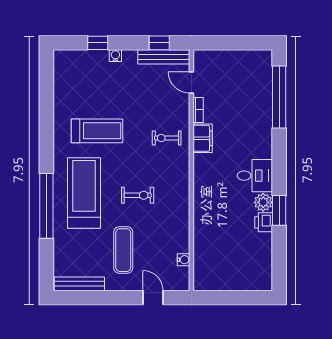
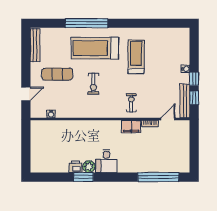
window: (98, 43) -> (194, 79), moved
treadmill: (97, 131) -> (136, 57), turned 180
treadmill: (84, 193) -> (95, 48), turned 180

